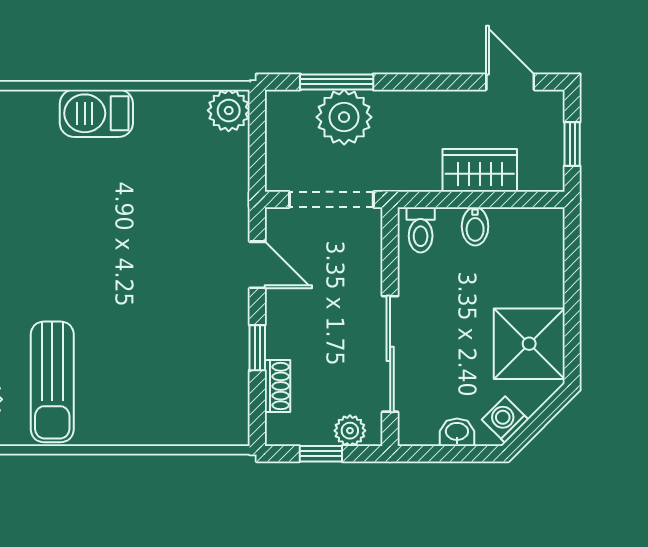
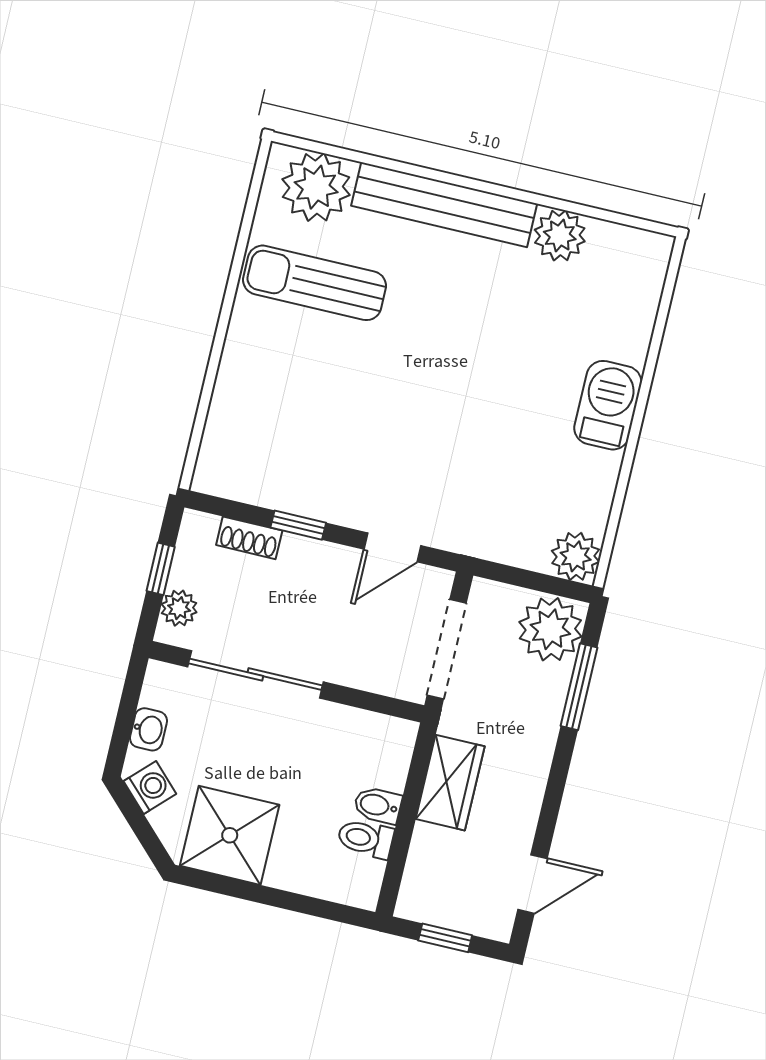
plant: (344, 117) -> (550, 629), moved
wardrobe: (480, 170) -> (450, 783), moved
toilet: (421, 230) -> (366, 839), moved

